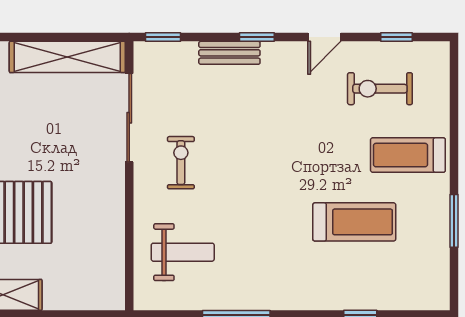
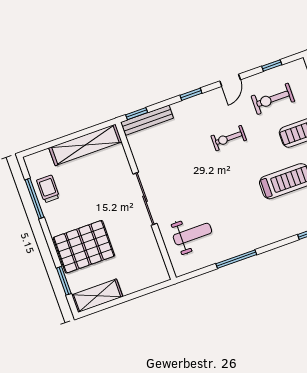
bench: (229, 53) -> (147, 120), moved, width x1.36
sliding door: (129, 118) -> (145, 199), moved
exercise bike: (181, 163) -> (229, 138), moved, turned -90

